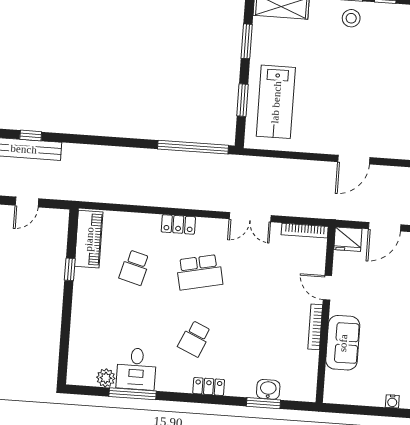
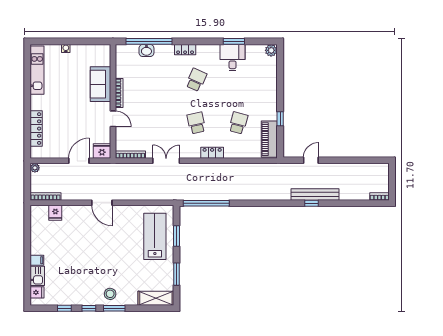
door: (354, 160) -> (102, 203), swing flipped
school desk: (199, 272) -> (196, 123), width x0.54
plant: (106, 378) -> (271, 50), moved
window: (133, 394) -> (234, 41), width x0.69
window: (263, 403) -> (149, 41), width x2.11

